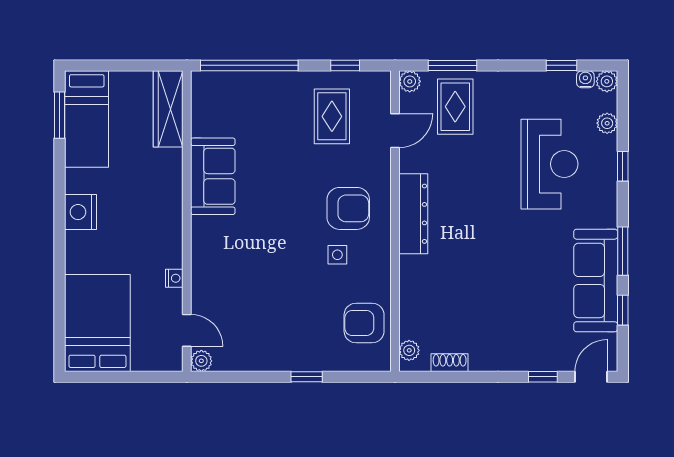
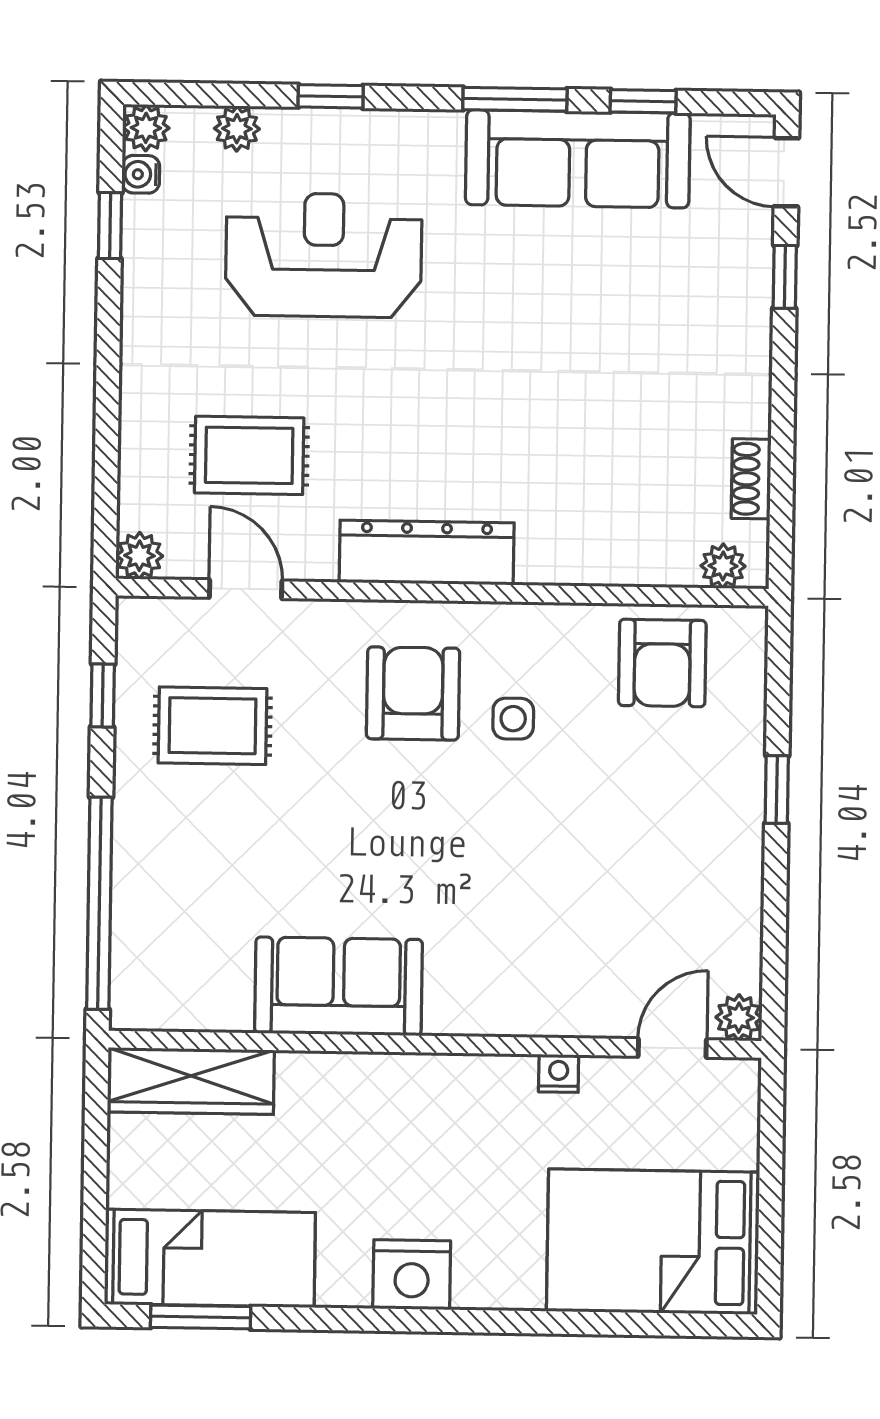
window: (452, 65) -> (106, 462), removed
rug: (455, 107) -> (249, 455), moved

